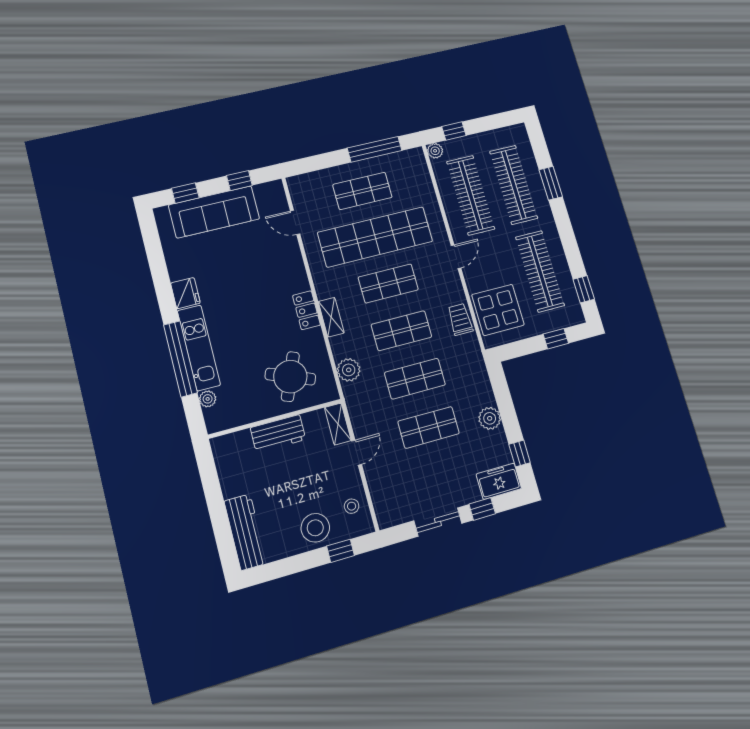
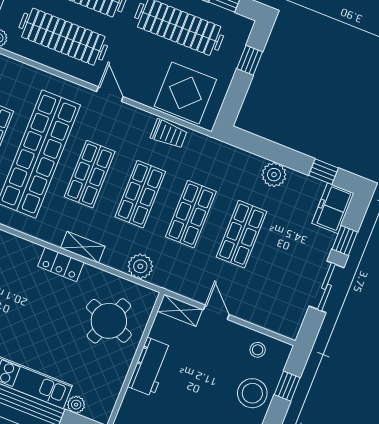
trolley: (460, 319) -> (169, 134), turned 180

